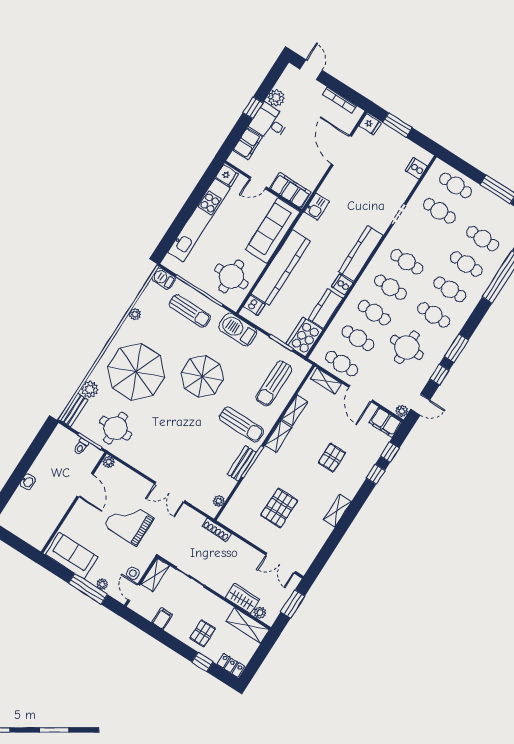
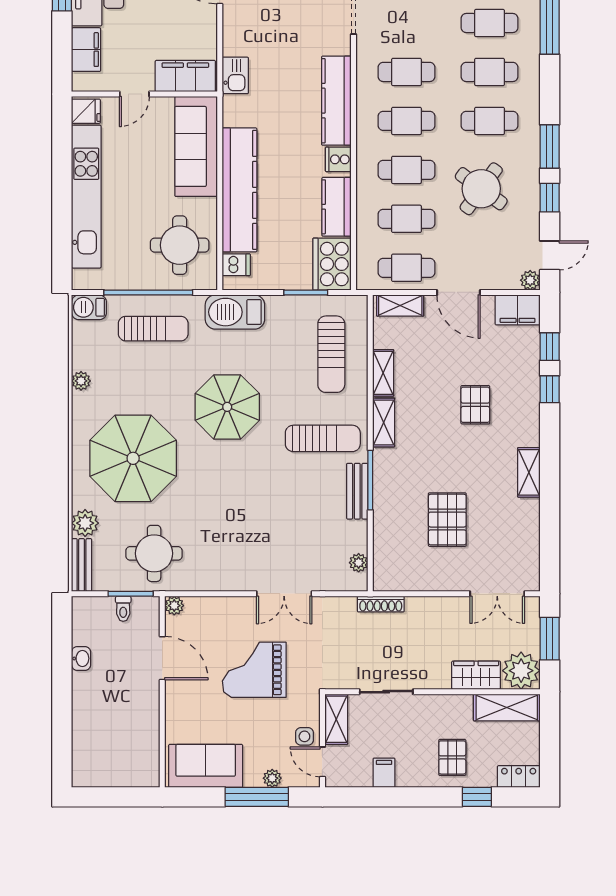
round table: (407, 347) -> (481, 189), turned 36
washbasin: (28, 482) -> (81, 658), moved
plant: (260, 613) -> (521, 671), width x1.87, depth x1.87

